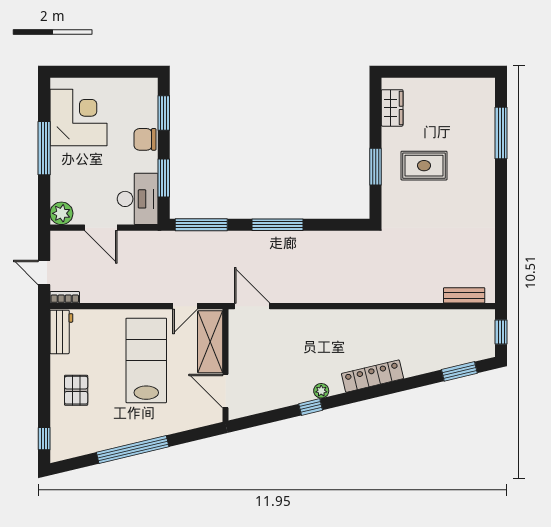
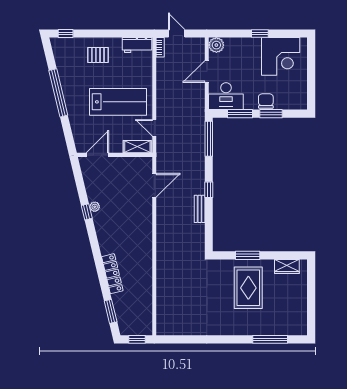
window: (164, 113) -> (271, 114), moved
window: (44, 148) -> (260, 34), width x0.46
rug: (424, 166) -> (248, 288), width x1.36, depth x1.43
window: (277, 225) -> (209, 190), width x0.46
door: (44, 273) -> (177, 34), hinge flipped
bench: (464, 295) -> (200, 209), moved
door: (252, 306) -> (154, 185), moved
shelving: (210, 342) -> (137, 147), width x0.67, depth x0.75
locker: (372, 376) -> (112, 274), moved
plant: (321, 391) -> (95, 207), moved

